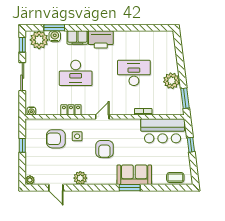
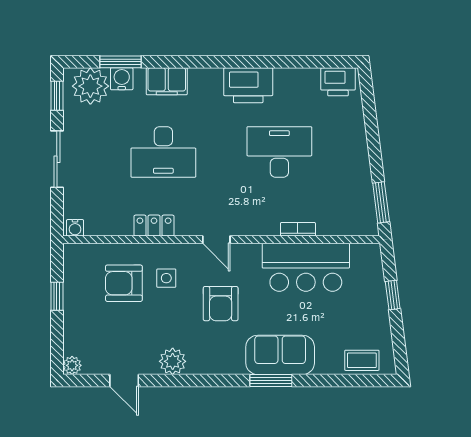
printer: (163, 38) -> (338, 82), added
printer: (101, 39) -> (248, 85), moved
plant: (172, 81) -> (354, 168), removed
door: (102, 117) -> (216, 240), swing flipped
bar counter: (163, 131) -> (306, 267), moved

